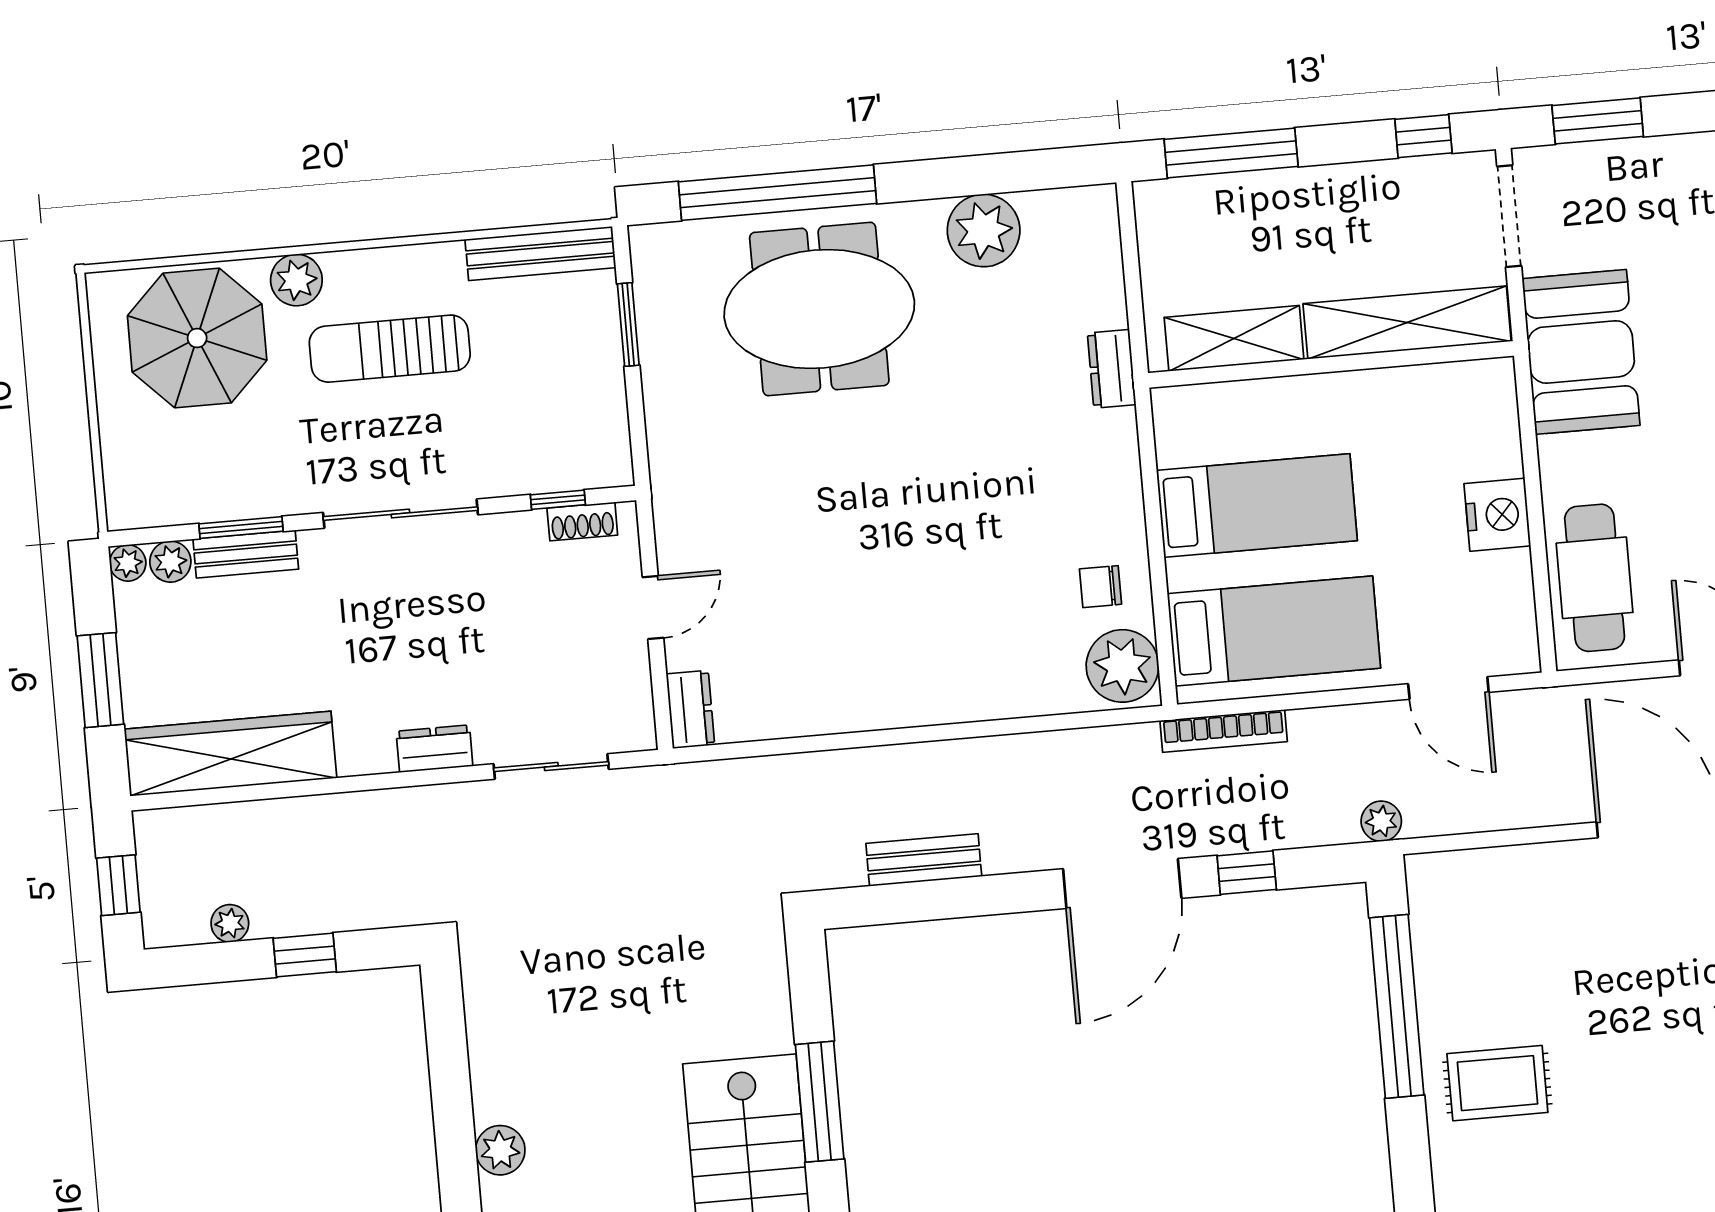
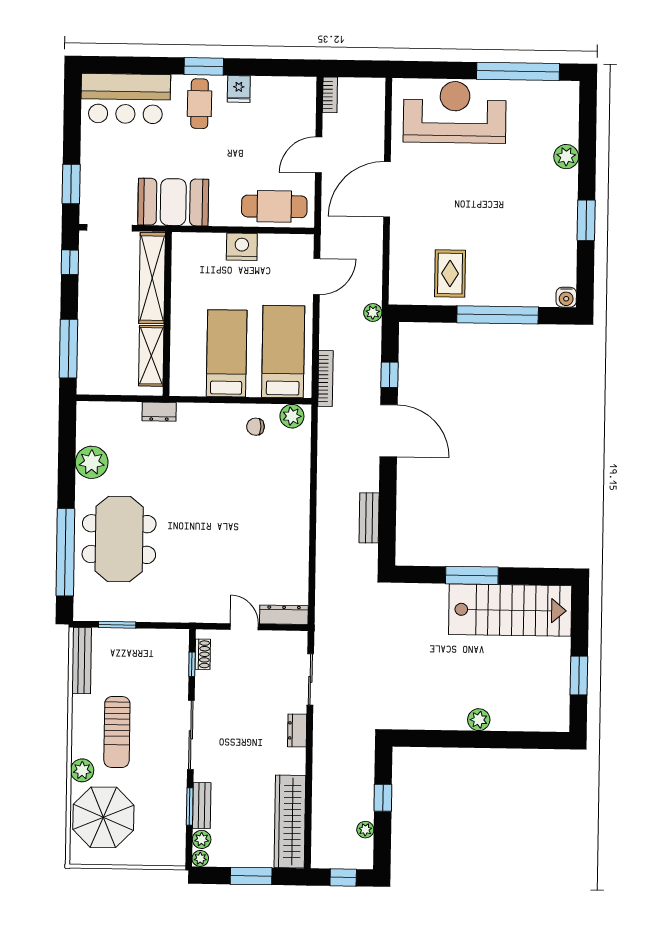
chair: (1101, 587) -> (256, 427), turned 90
plant: (1122, 666) -> (292, 416), width x0.73, depth x0.73
dresser: (690, 709) -> (284, 615), width x1.44
window: (1397, 1006) -> (498, 315), moved
rug: (1497, 1083) -> (450, 273), moved

